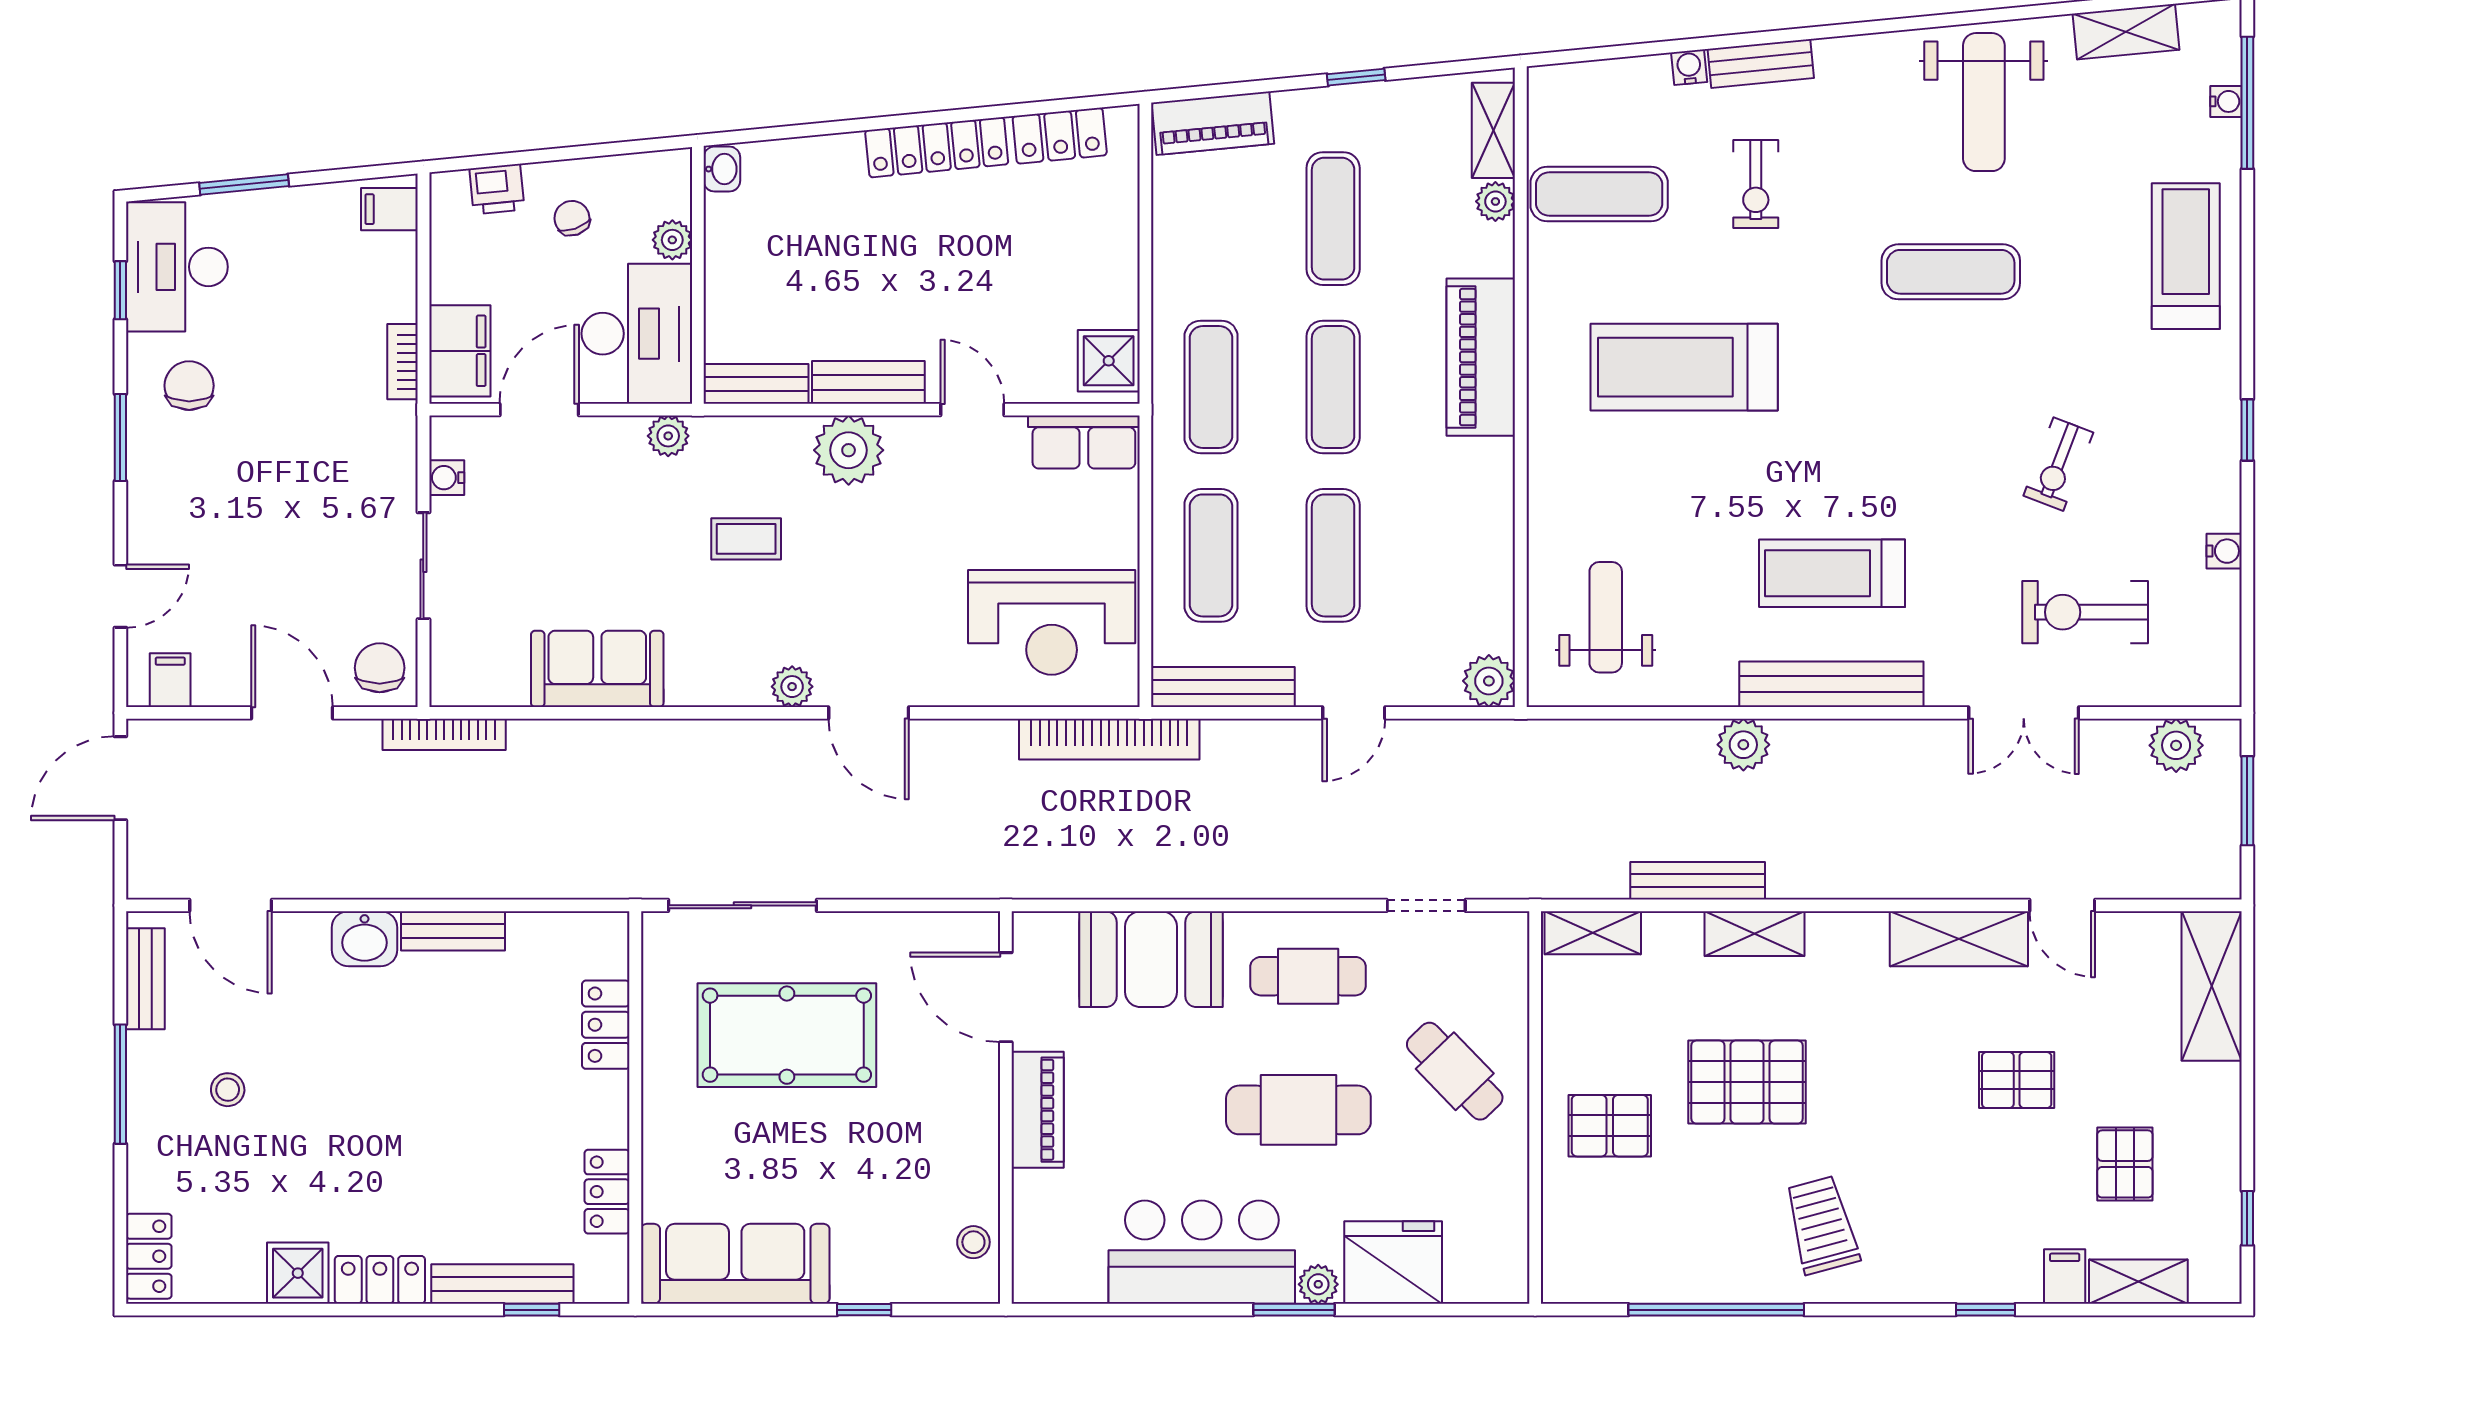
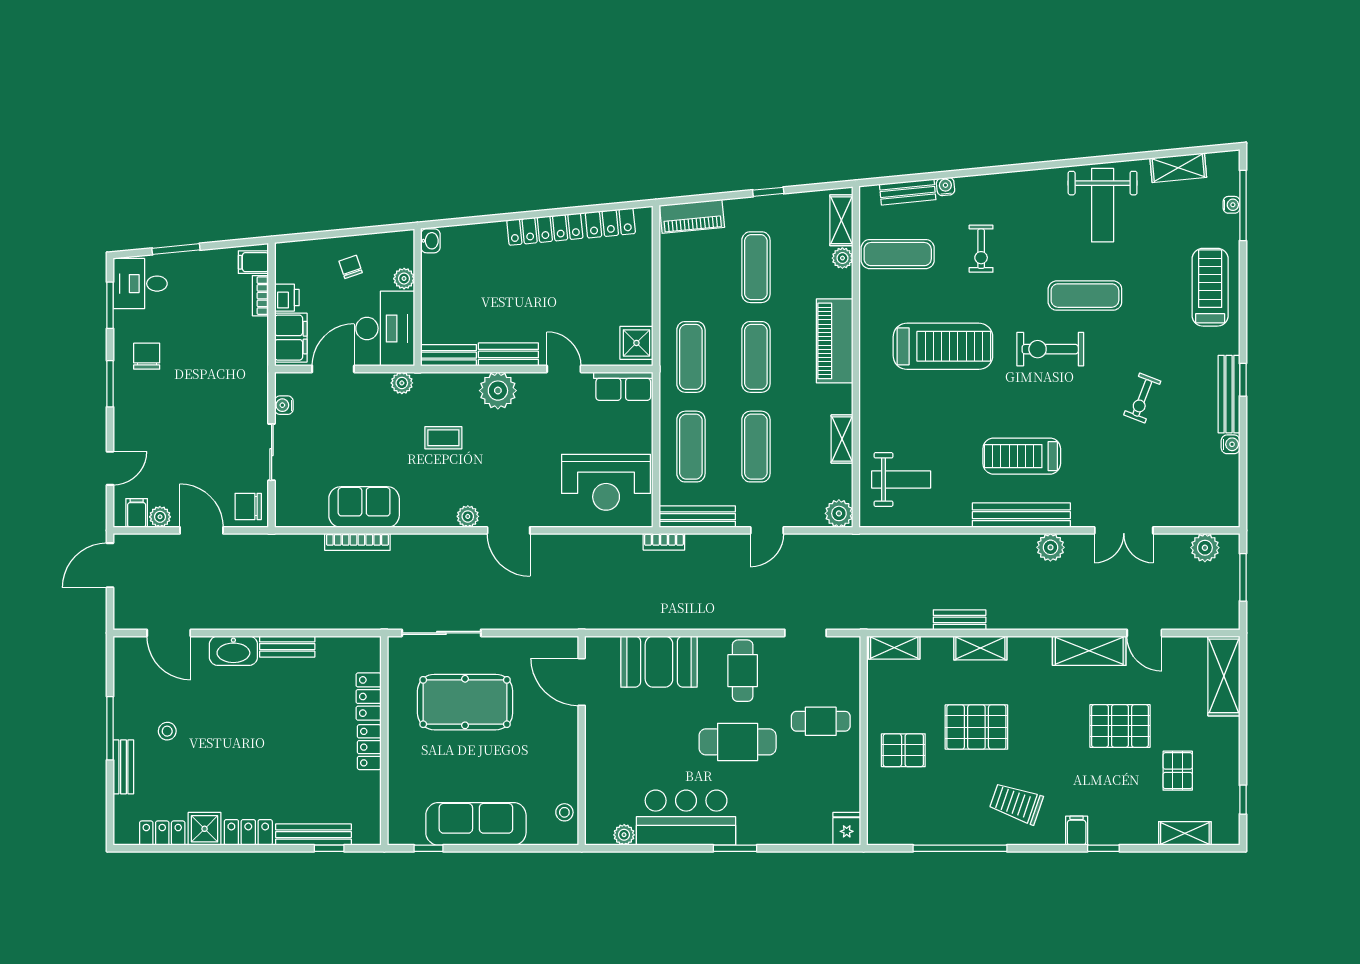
bench: (1761, 64) -> (908, 192), moved
printer: (497, 189) -> (287, 298), moved, turned -84
desk: (177, 267) -> (140, 284), width x0.73
window: (120, 290) -> (110, 305), width x1.50
bookcase: (403, 362) -> (260, 296), moved
treadmill: (1684, 367) -> (943, 346), turned 180
bench: (2221, 457) -> (1229, 394), added
shelving: (1495, 541) -> (842, 439), added
exercise bike: (2085, 612) -> (1050, 349), moved
weight bench: (1606, 617) -> (901, 479), turned 90
chair: (380, 668) -> (248, 506), turned -90
plant: (214, 687) -> (160, 517), added
bookcase: (444, 734) -> (357, 542), moved
bookcase: (1109, 739) -> (664, 542), width x0.43, depth x0.76
plant: (1743, 745) -> (1050, 547), moved
bench: (1698, 881) -> (960, 620), width x0.73
washbasin: (365, 939) -> (233, 651), width x1.38
cafe table: (1308, 976) -> (743, 671), turned 90
bench: (145, 979) -> (123, 767), moved
cafe table: (1455, 1071) -> (821, 721), turned -46
pallet: (2017, 1080) -> (1120, 726), width x1.50, depth x1.42
piano: (1038, 1110) -> (599, 742), removed
locker: (607, 1192) -> (369, 747), moved
trolley: (1822, 1225) -> (1016, 803), turned -56
locker: (149, 1256) -> (162, 833), moved, turned -90
fridge: (1393, 1262) -> (847, 829), moved, width x0.53, depth x0.75
sofa: (735, 1264) -> (476, 824), moved
filing cabinet: (2065, 1276) -> (1077, 831), moved
plant: (1318, 1284) -> (624, 835), moved
window: (864, 1310) -> (429, 848), moved

